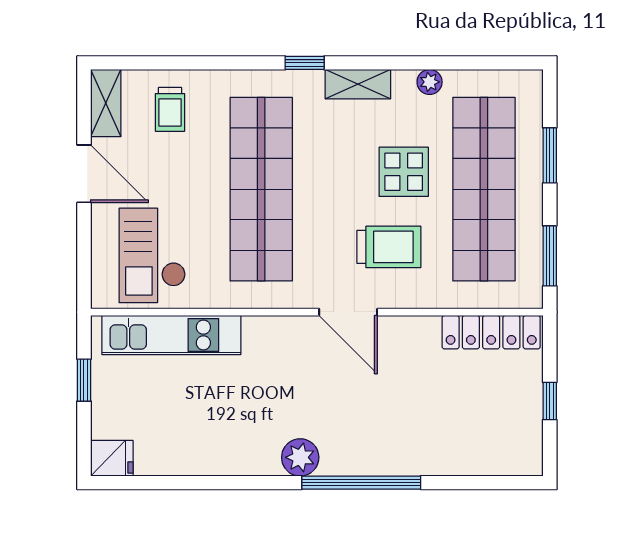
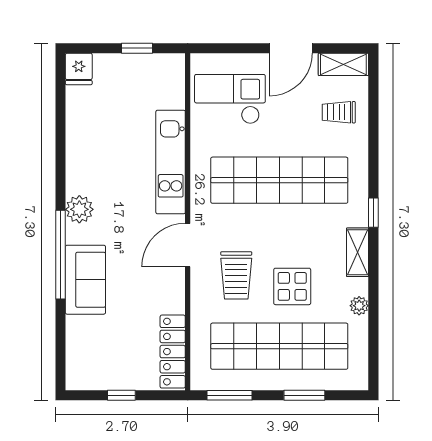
kitchen unit: (171, 335) -> (171, 162), moved
sofa: (395, 449) -> (85, 280), added

